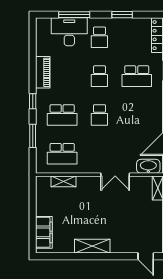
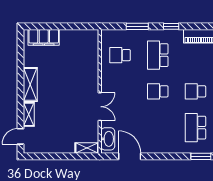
school desk: (62, 154) -> (120, 55), width x0.54
double door: (115, 175) -> (100, 107), swing flipped
shelving: (63, 181) -> (29, 114), moved

